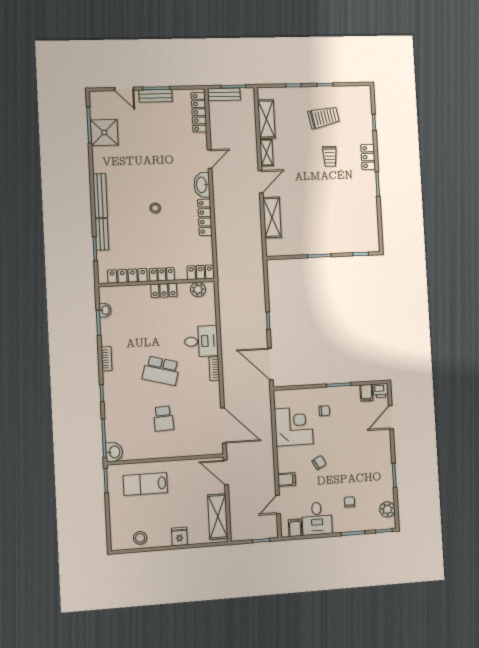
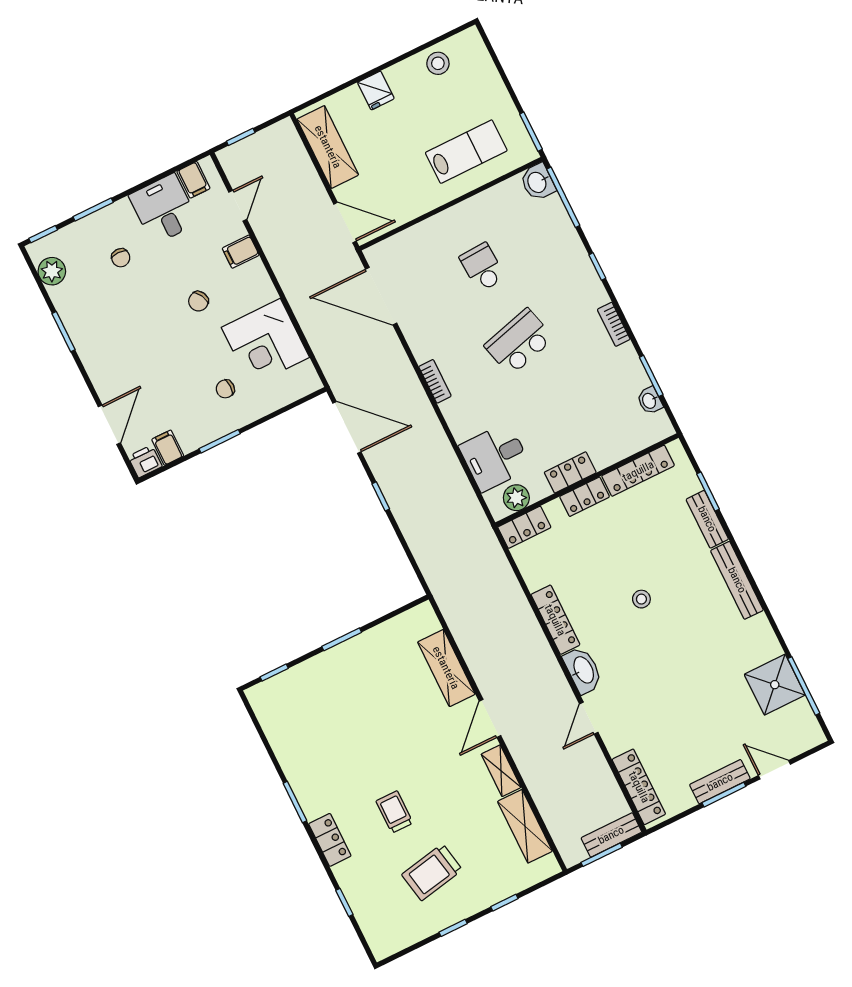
desk: (201, 341) -> (495, 457), moved
school desk: (161, 371) -> (519, 342), turned -30

